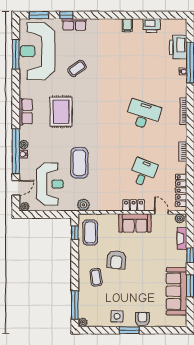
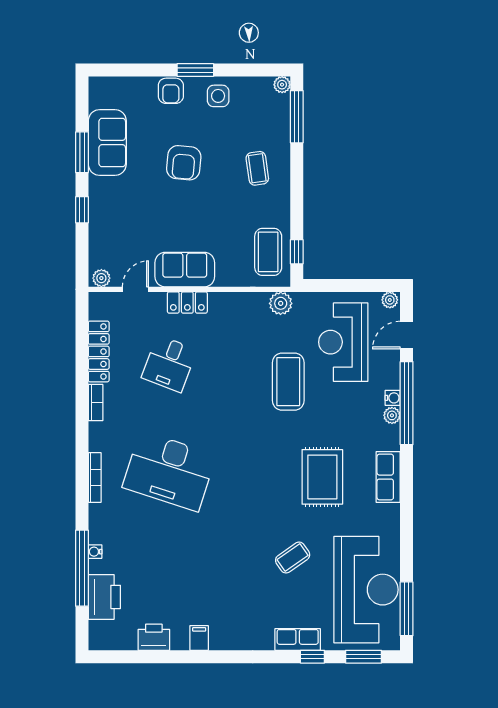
window: (16, 54) -> (407, 609), moved
desk: (143, 115) -> (169, 471), width x1.36, depth x1.30
locker: (181, 190) -> (99, 351), moved
door: (161, 212) -> (135, 289), swing flipped
fireplace: (182, 239) -> (97, 241), removed
armchair: (116, 260) -> (184, 163), moved, turned 180
sofa: (177, 291) -> (107, 142), width x0.73

